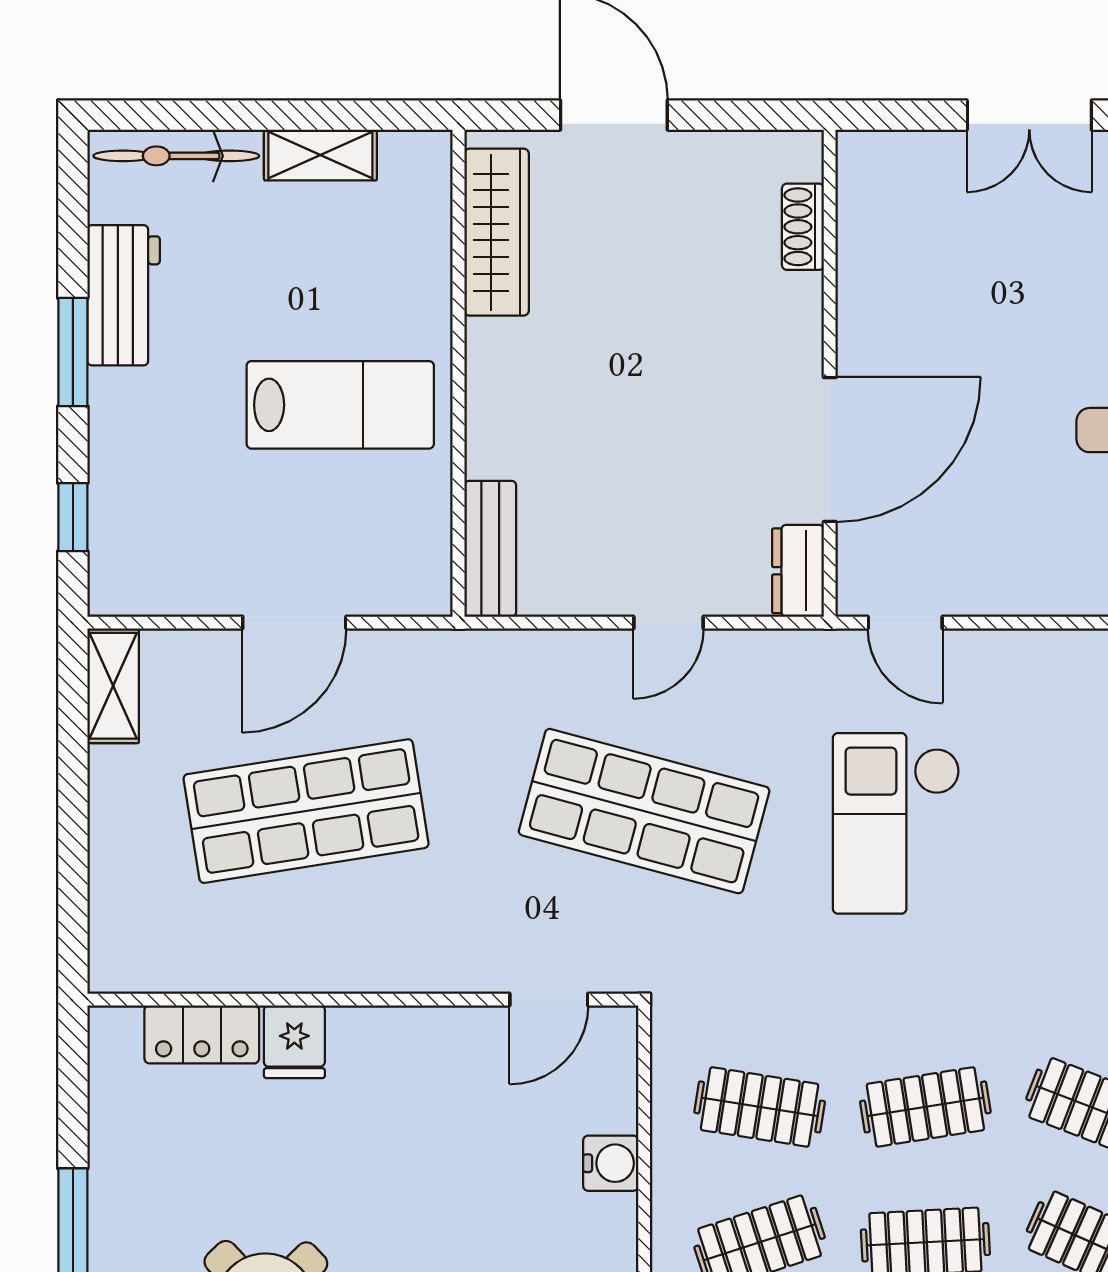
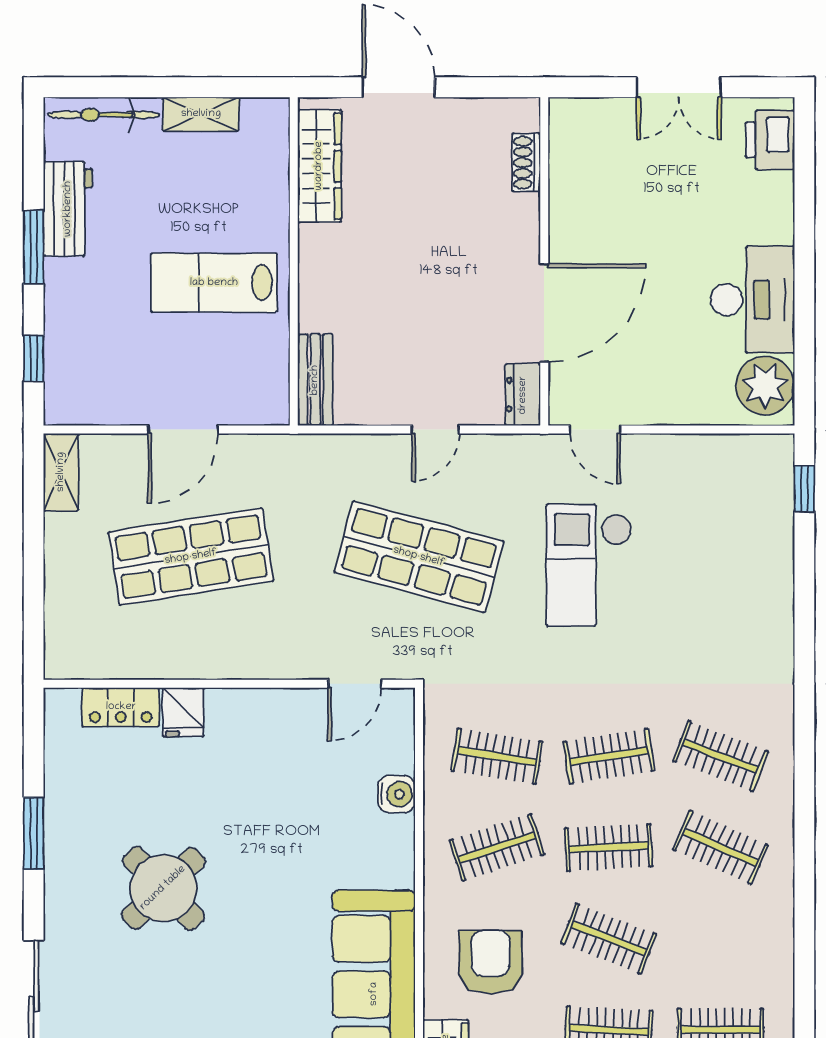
lab bench: (340, 405) -> (214, 283), turned 180

